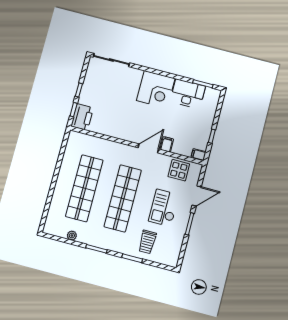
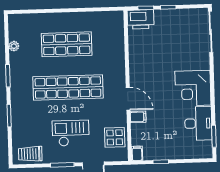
shop shelf: (84, 188) -> (67, 44), width x0.71
trolley: (147, 242) -> (30, 154), moved

